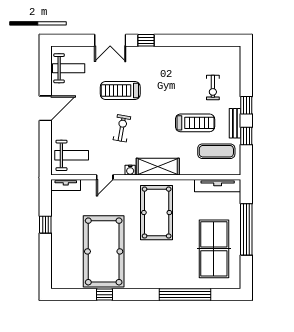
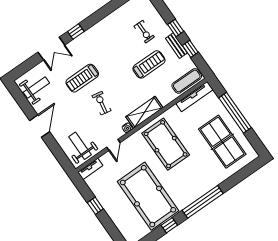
exercise mat: (216, 151) -> (187, 81), moved
weight bench: (72, 155) -> (80, 146), turned -90
window: (185, 295) -> (203, 202), moved

